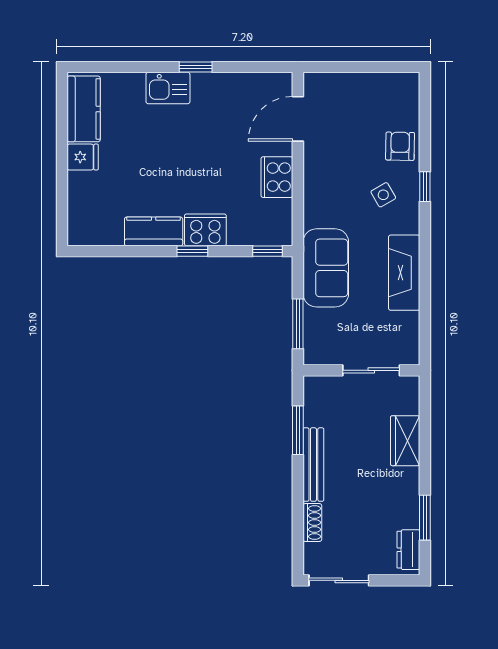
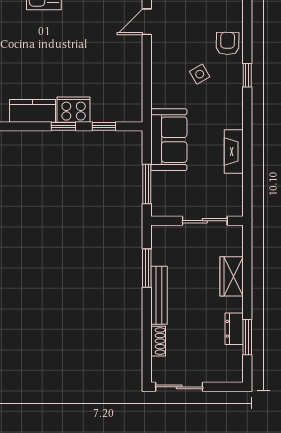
door: (298, 119) -> (147, 22), width x0.73
cooker: (277, 177) -> (130, 68), removed
side table: (383, 195) -> (200, 74), moved
window: (268, 251) -> (104, 126), moved
fireplace: (404, 273) -> (234, 151), width x0.73, depth x0.76
dresser: (408, 550) -> (234, 329), moved

